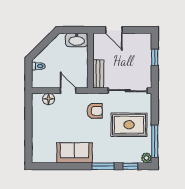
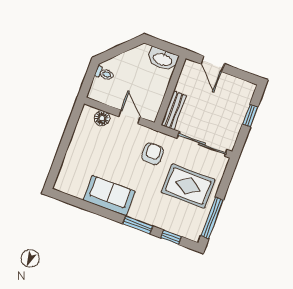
armchair: (95, 111) -> (153, 154), turned -90
plant: (146, 158) -> (194, 234), removed

